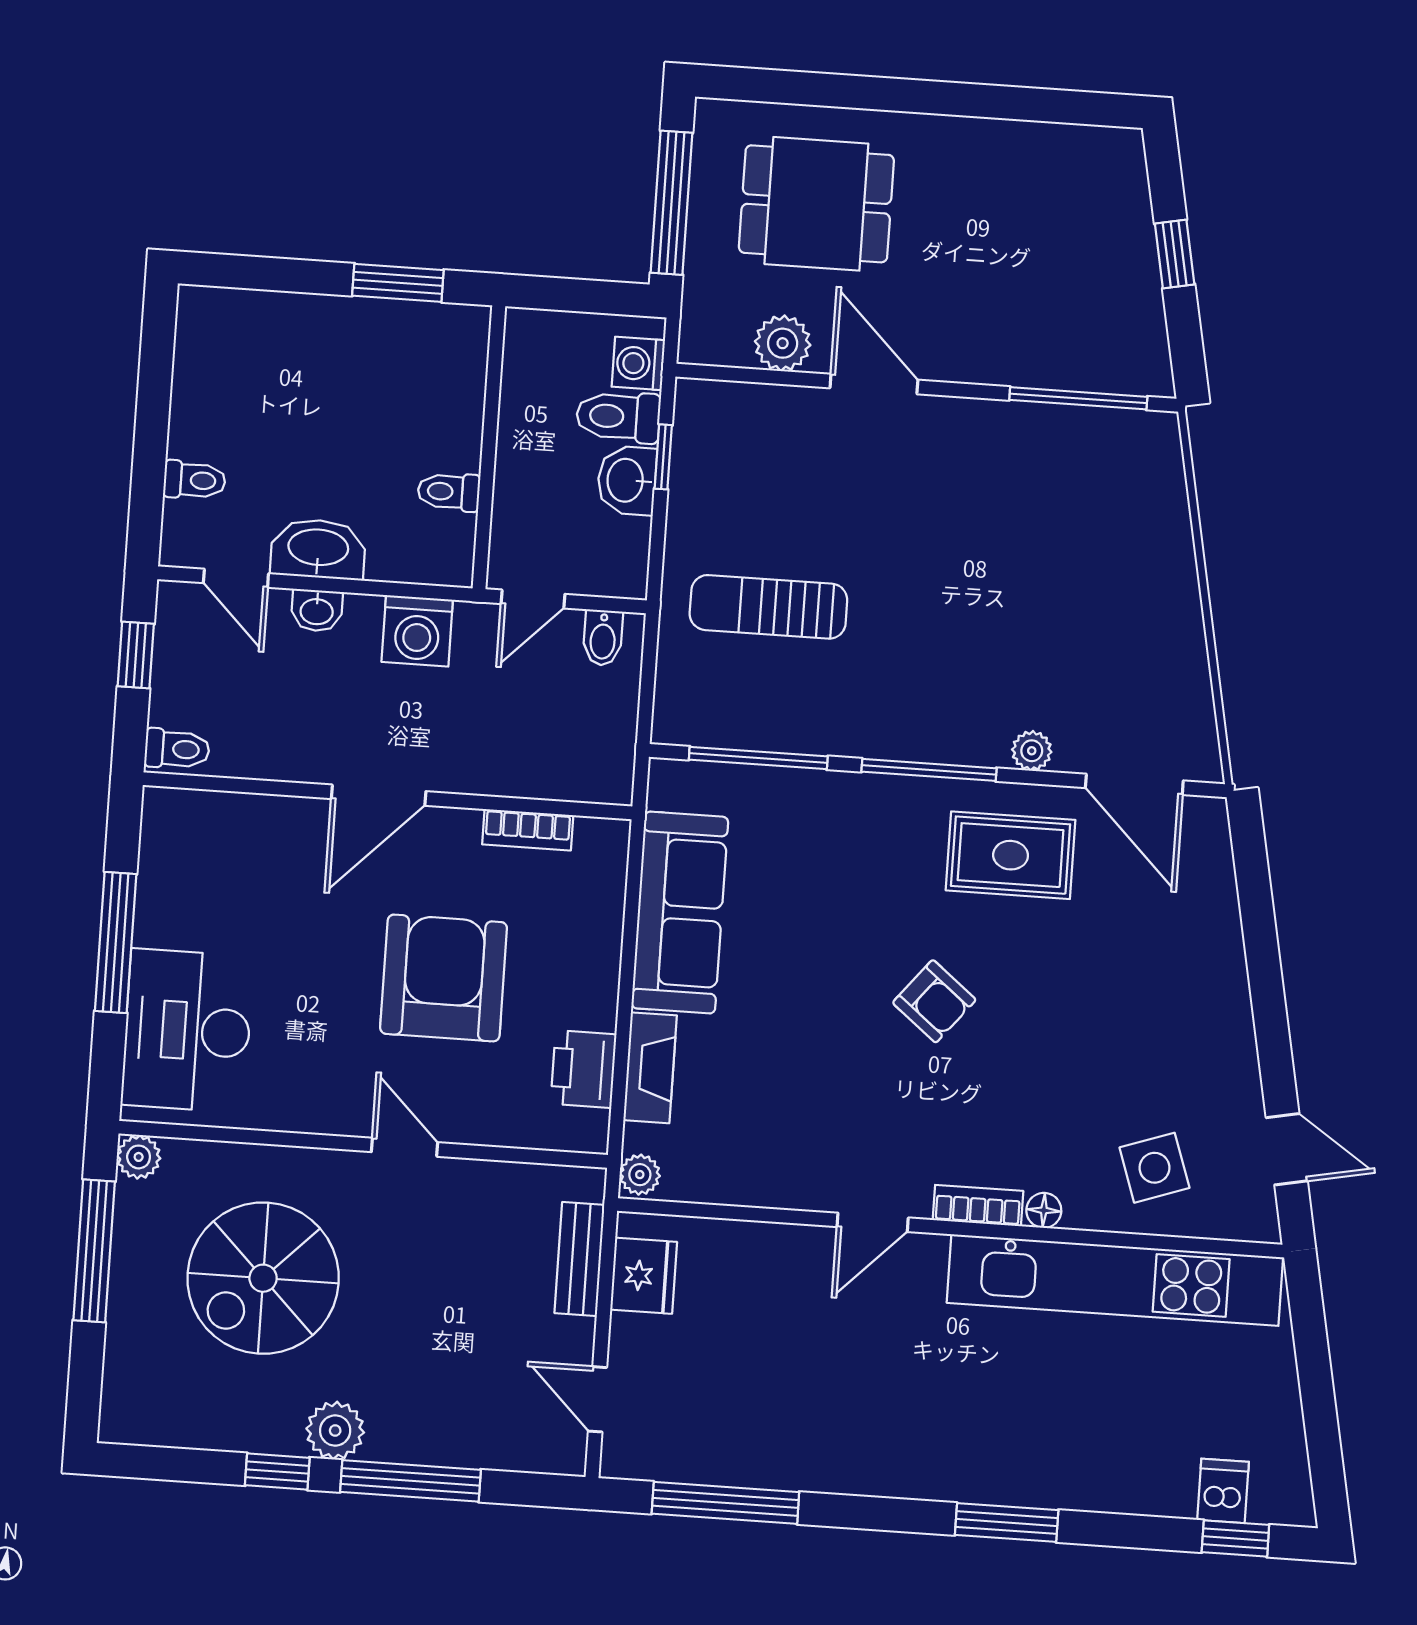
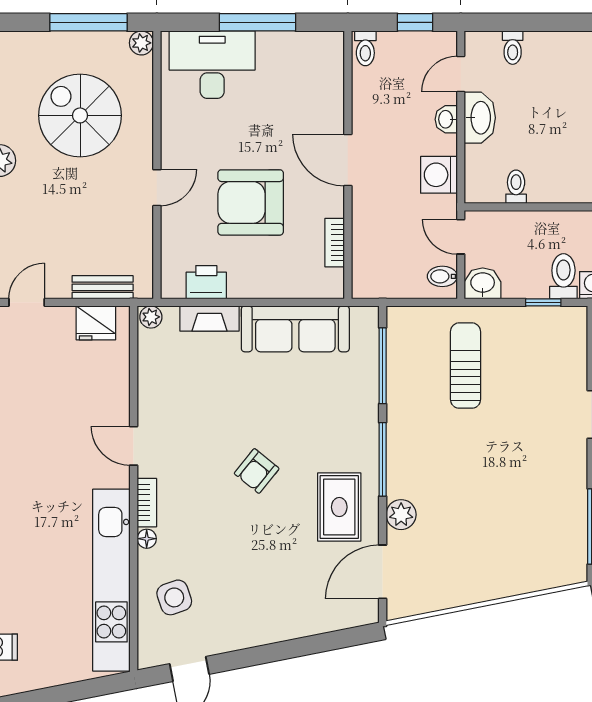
washbasin: (627, 480) -> (483, 283), moved
plant: (1032, 751) -> (401, 515), width x1.38, depth x1.38
armchair: (444, 978) -> (251, 202), turned 180

